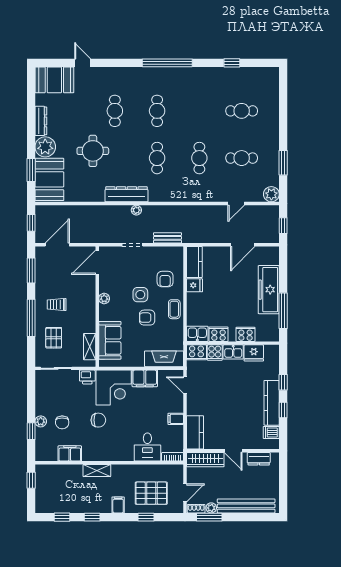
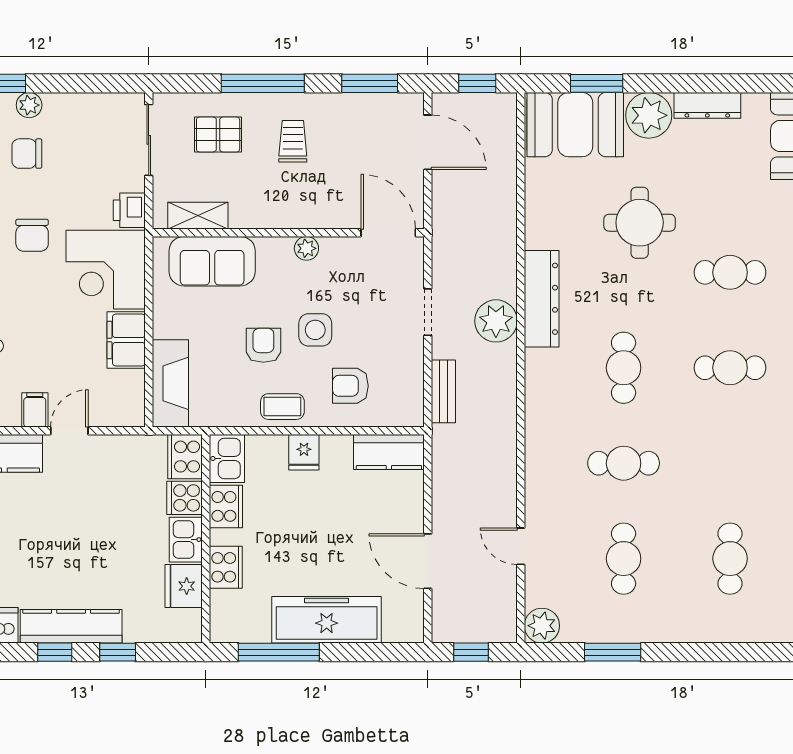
cafe table: (157, 158) -> (624, 368), turned 90
plant: (136, 210) -> (496, 321), width x1.88, depth x1.88
fridge: (194, 285) -> (304, 452), moved
door: (185, 385) -> (69, 431), moved

